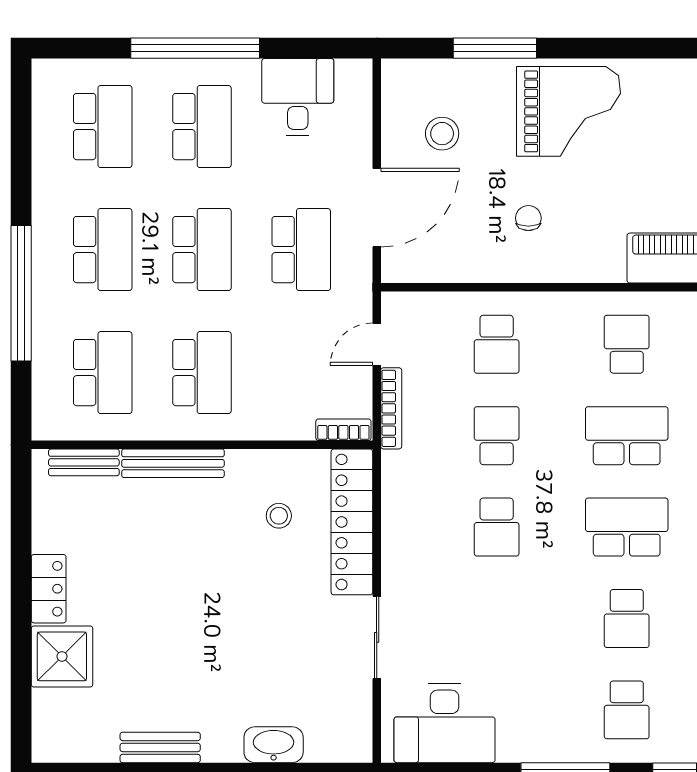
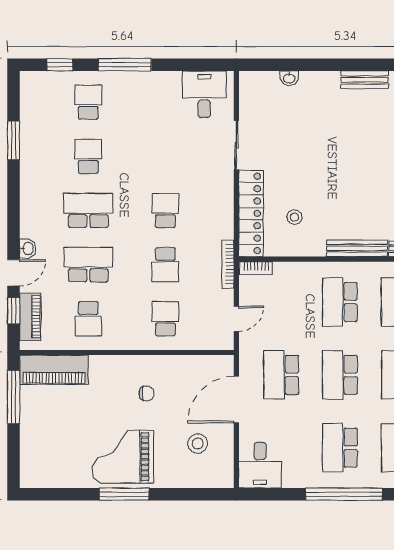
window: (495, 48) -> (124, 494), moved
desk: (298, 97) -> (260, 465), moved
chair: (528, 218) -> (147, 393), turned -90
bookcase: (391, 408) -> (228, 264), moved
school desk: (627, 436) -> (88, 265), turned 180
school desk: (627, 527) -> (88, 210), turned 180
desk: (445, 723) -> (204, 94), width x0.73
washbasin: (274, 745) -> (289, 78), width x0.52, depth x0.69

